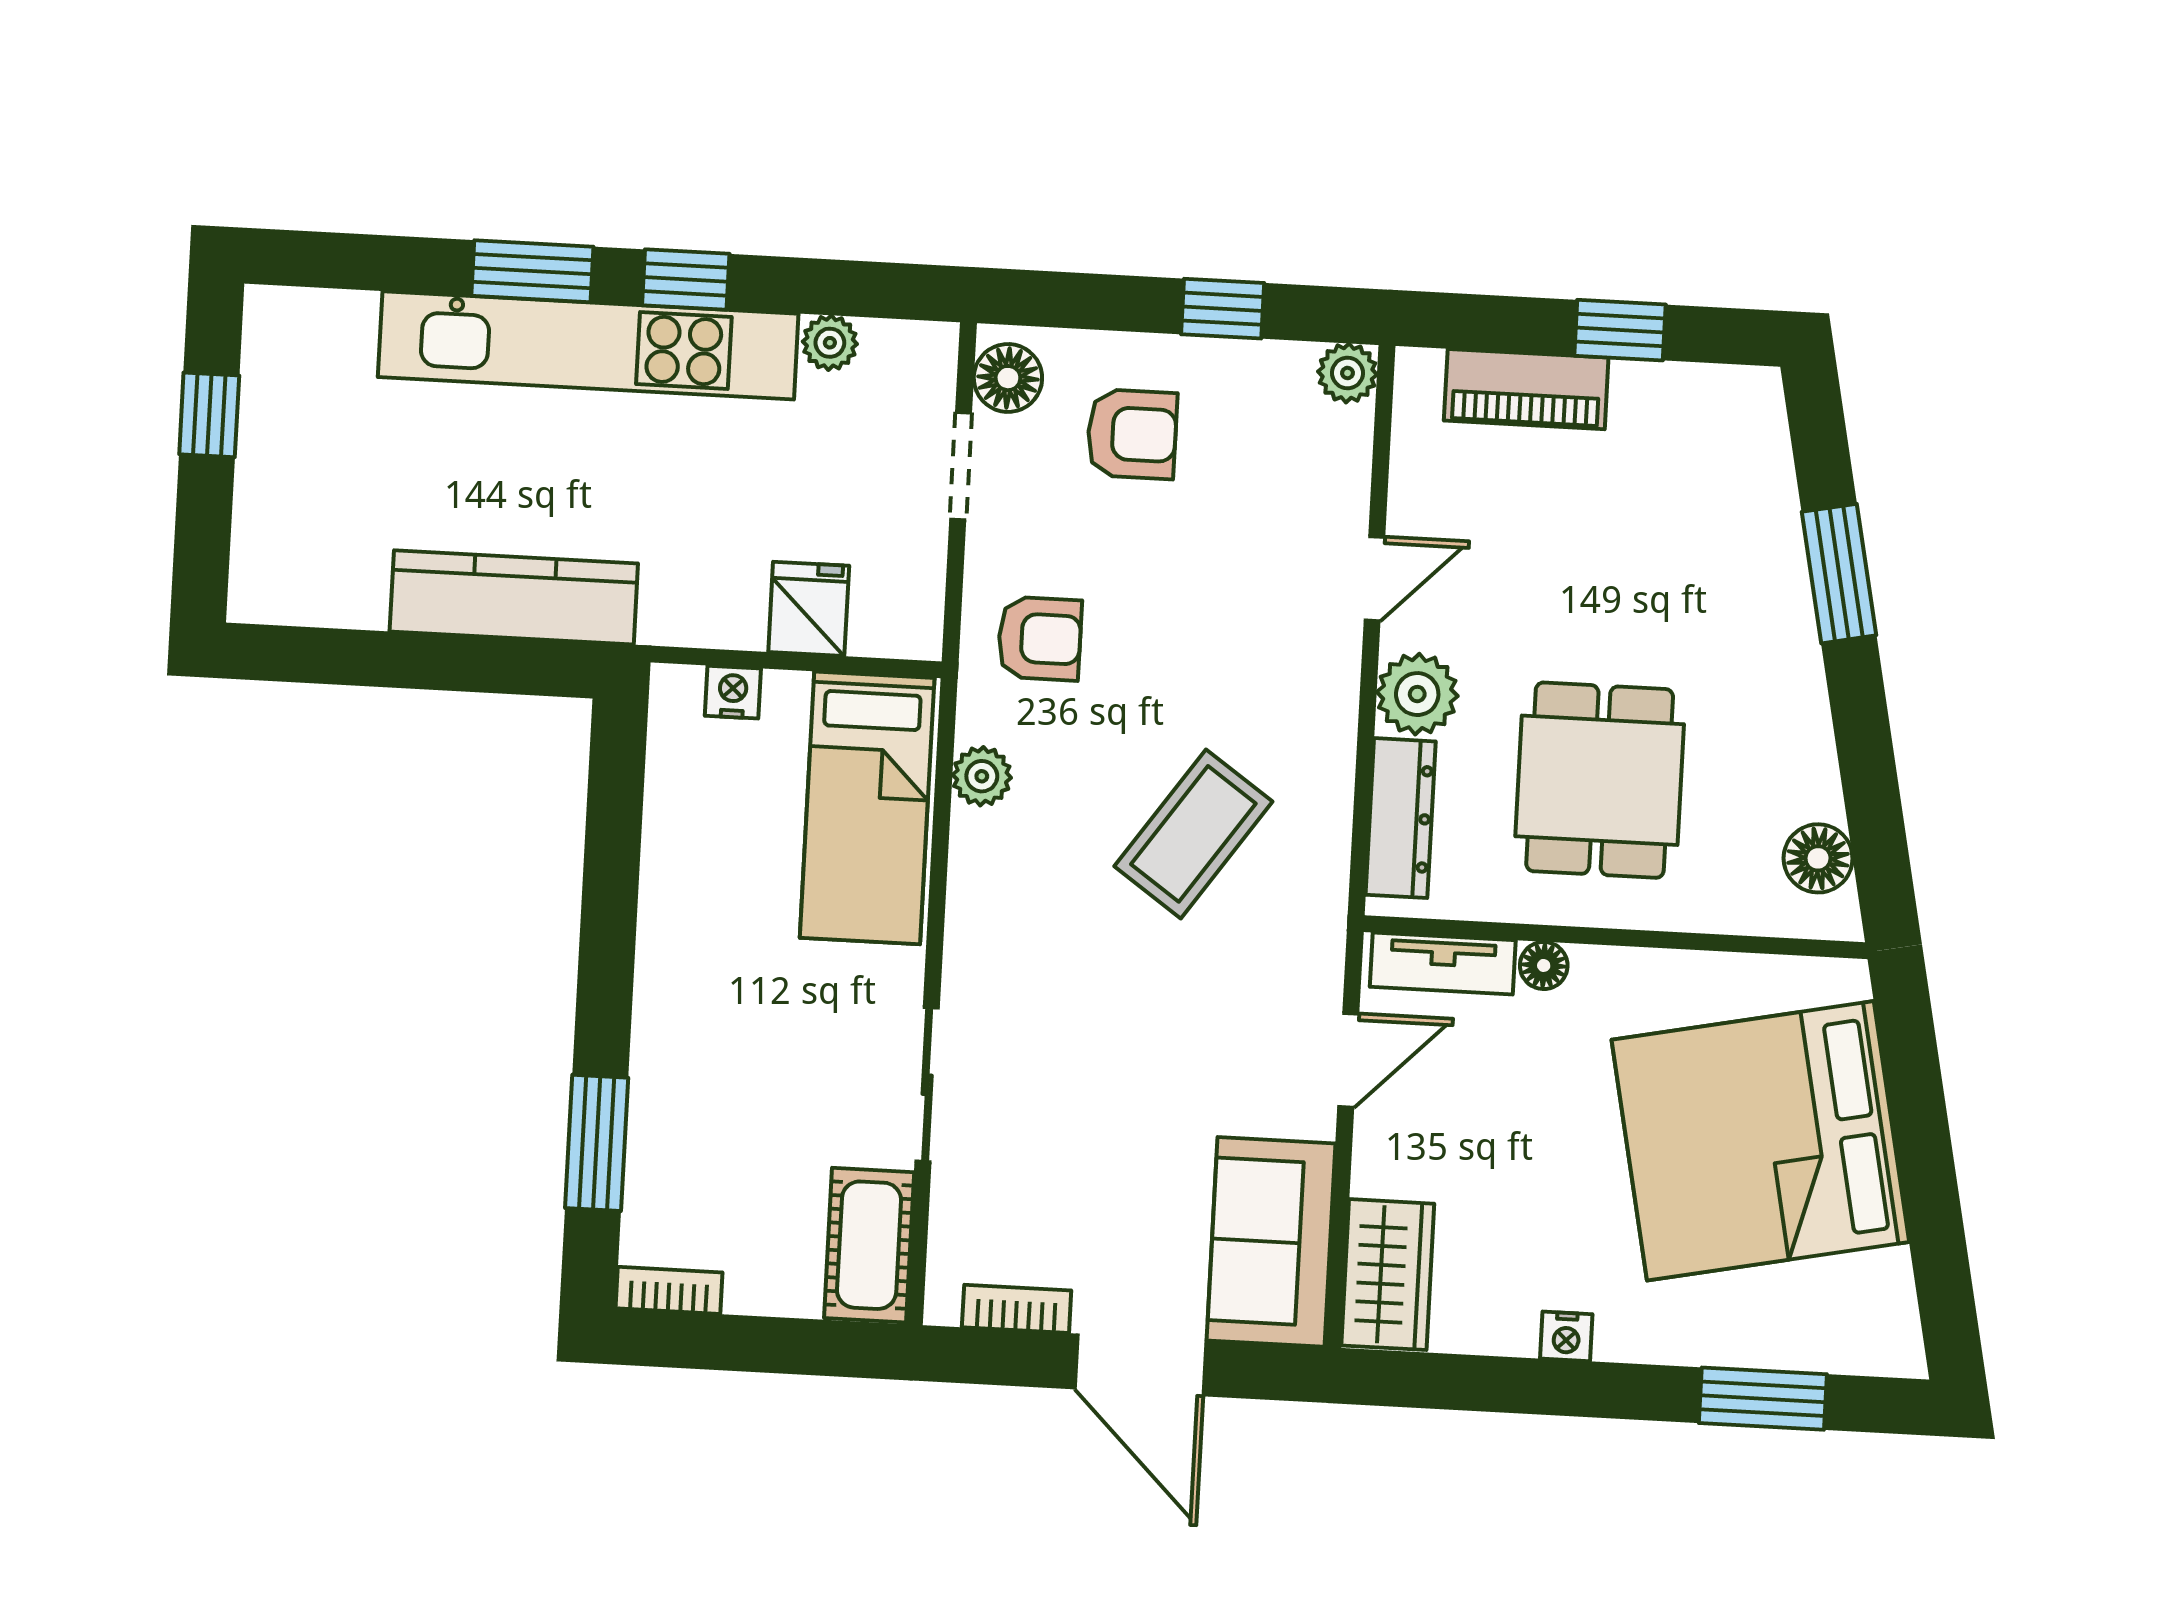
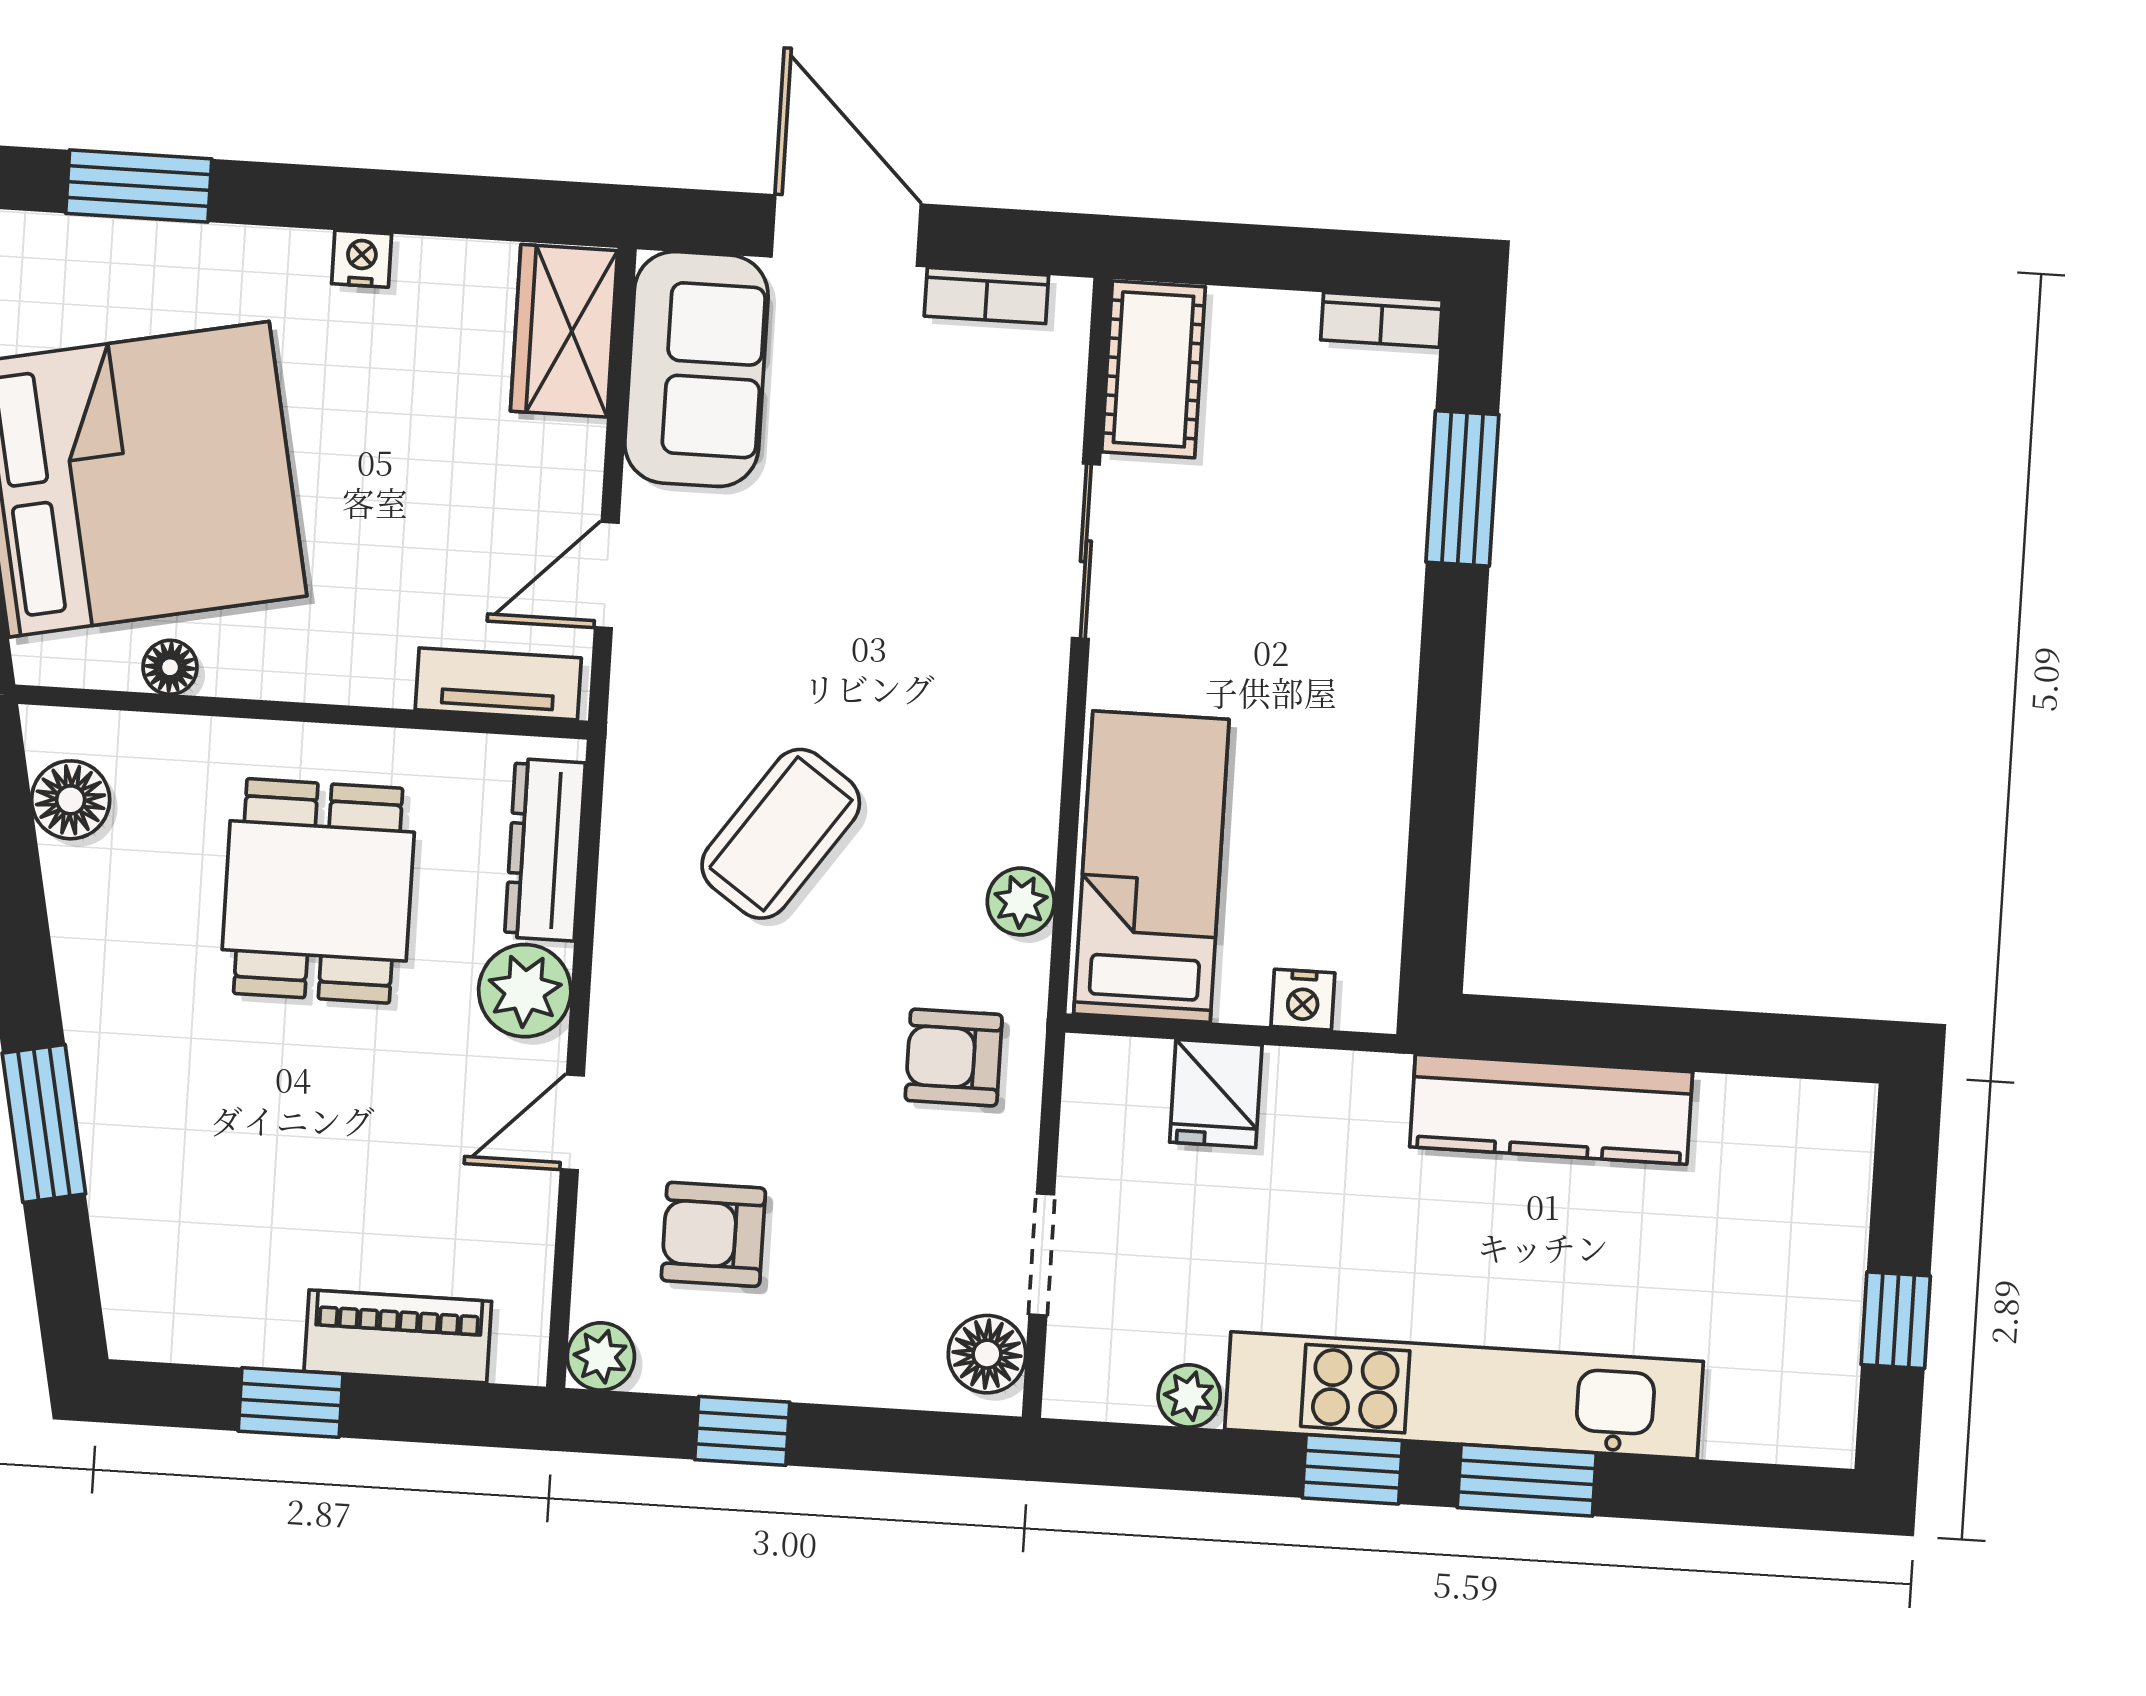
armchair: (1132, 434) -> (713, 1234), moved
floor lamp: (1544, 965) -> (170, 667), moved

